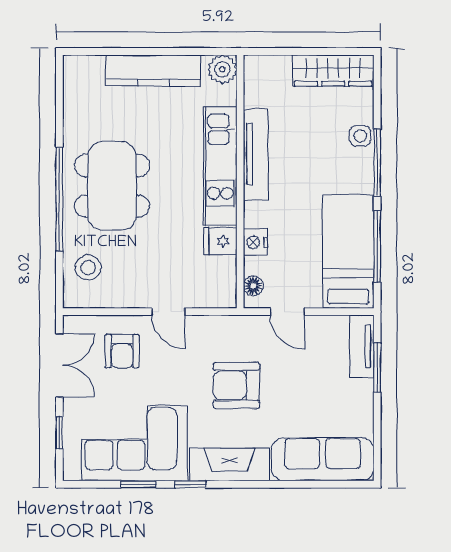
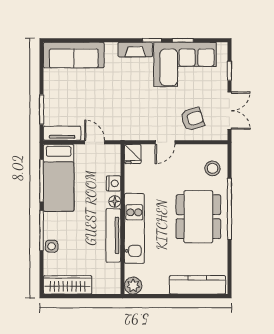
kitchen counter: (153, 71) -> (197, 285), moved
fridge: (220, 241) -> (133, 154), moved, turned 90
floor lamp: (253, 286) -> (115, 201), moved
door: (168, 312) -> (165, 142), swing flipped
tv unit: (362, 346) -> (62, 133), moved, turned -90
armchair: (122, 351) -> (192, 119), turned 73
double door: (59, 365) -> (229, 111), swing flipped
armchair: (236, 385) -> (125, 99), removed
fireplace: (229, 465) -> (135, 50), width x0.73, depth x0.76

